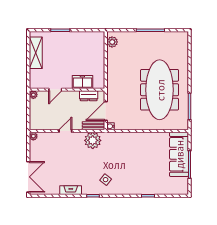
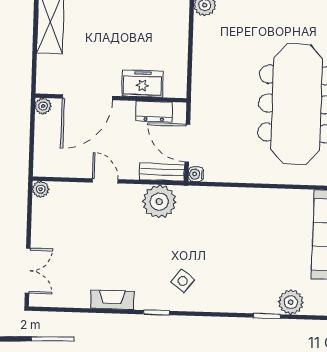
door: (55, 90) -> (87, 97), width x1.87
door: (106, 111) -> (187, 143), hinge flipped
door: (65, 131) -> (105, 181), hinge flipped
double door: (28, 177) -> (28, 271), width x0.73
plant: (160, 188) -> (291, 302), added

